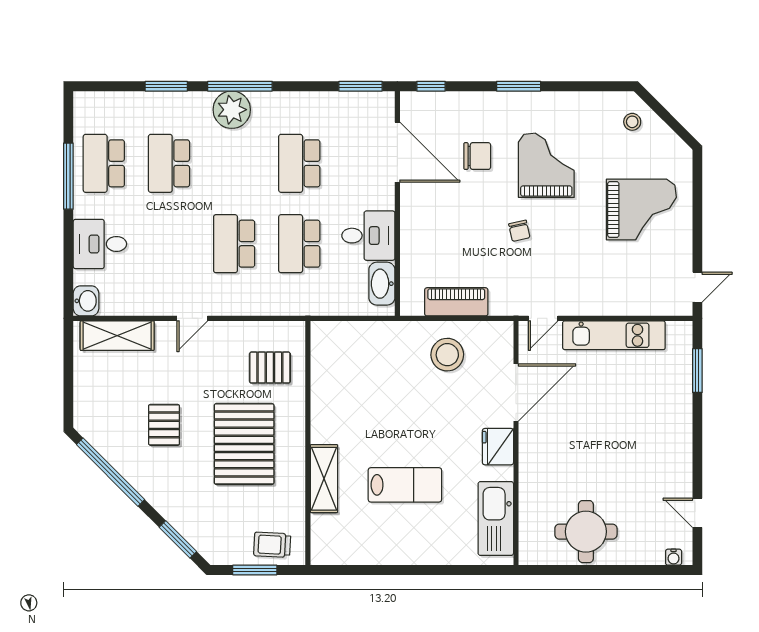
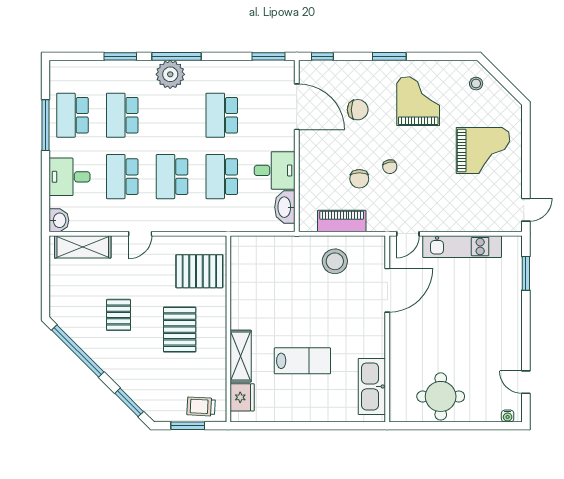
grand piano: (546, 165) -> (418, 101), moved
school desk: (169, 244) -> (122, 177), added
chair: (479, 246) -> (359, 179), added
pallet: (270, 368) -> (199, 271), width x1.50, depth x1.42
pallet: (244, 444) -> (180, 330), width x0.73, depth x0.71
fridge: (498, 447) -> (242, 397), moved, turned 180

